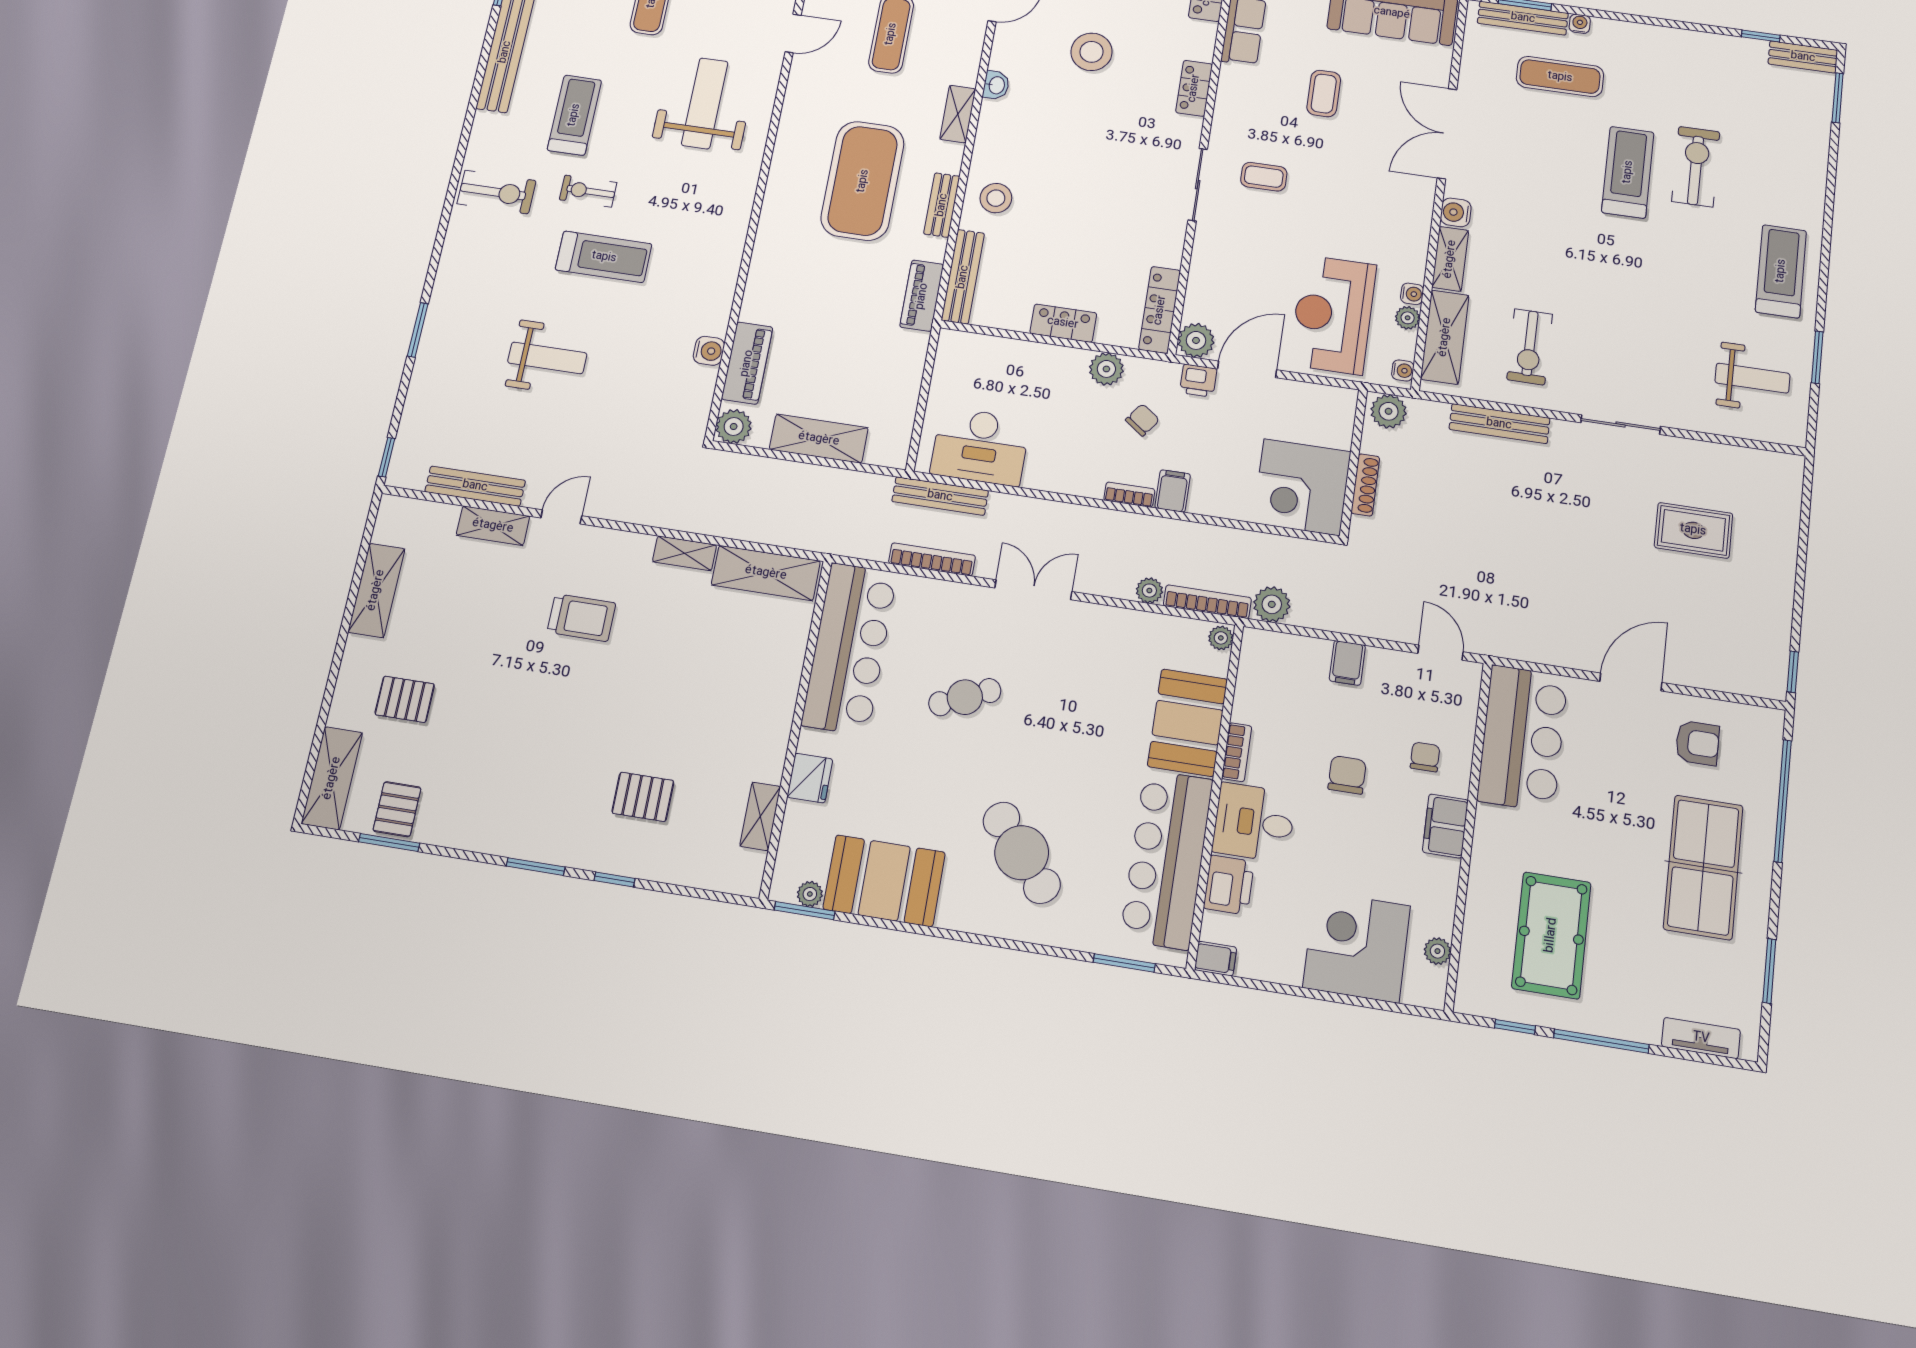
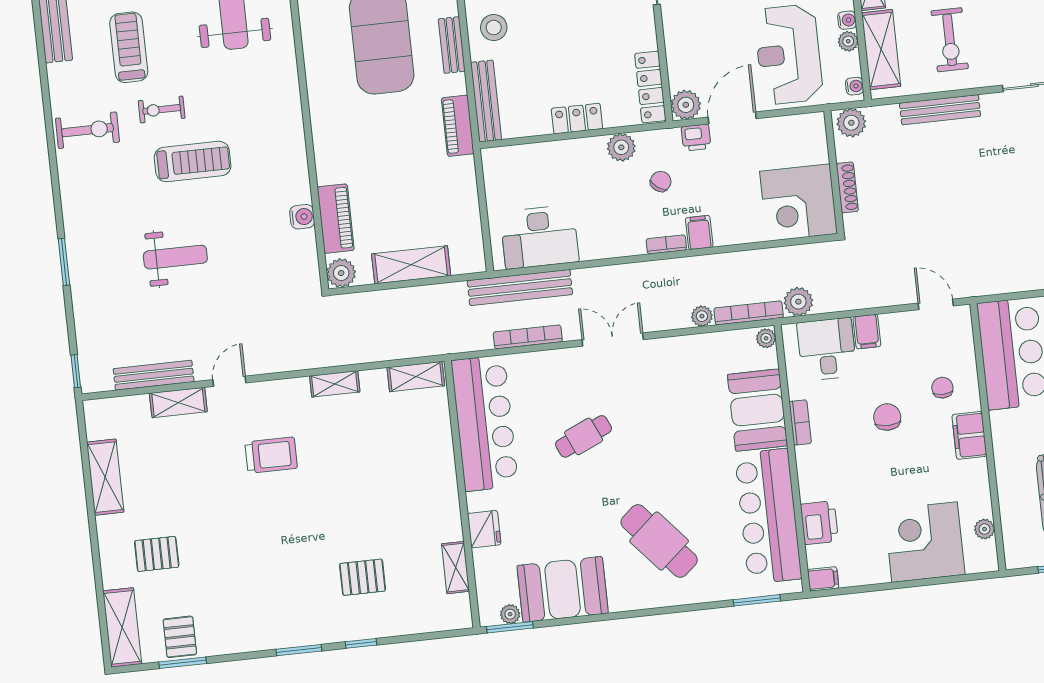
bench: (940, 496) -> (520, 287), width x1.37, depth x1.21
shelving: (766, 573) -> (416, 377), width x0.67, depth x0.75
desk: (1254, 822) -> (827, 349), moved, turned 90

